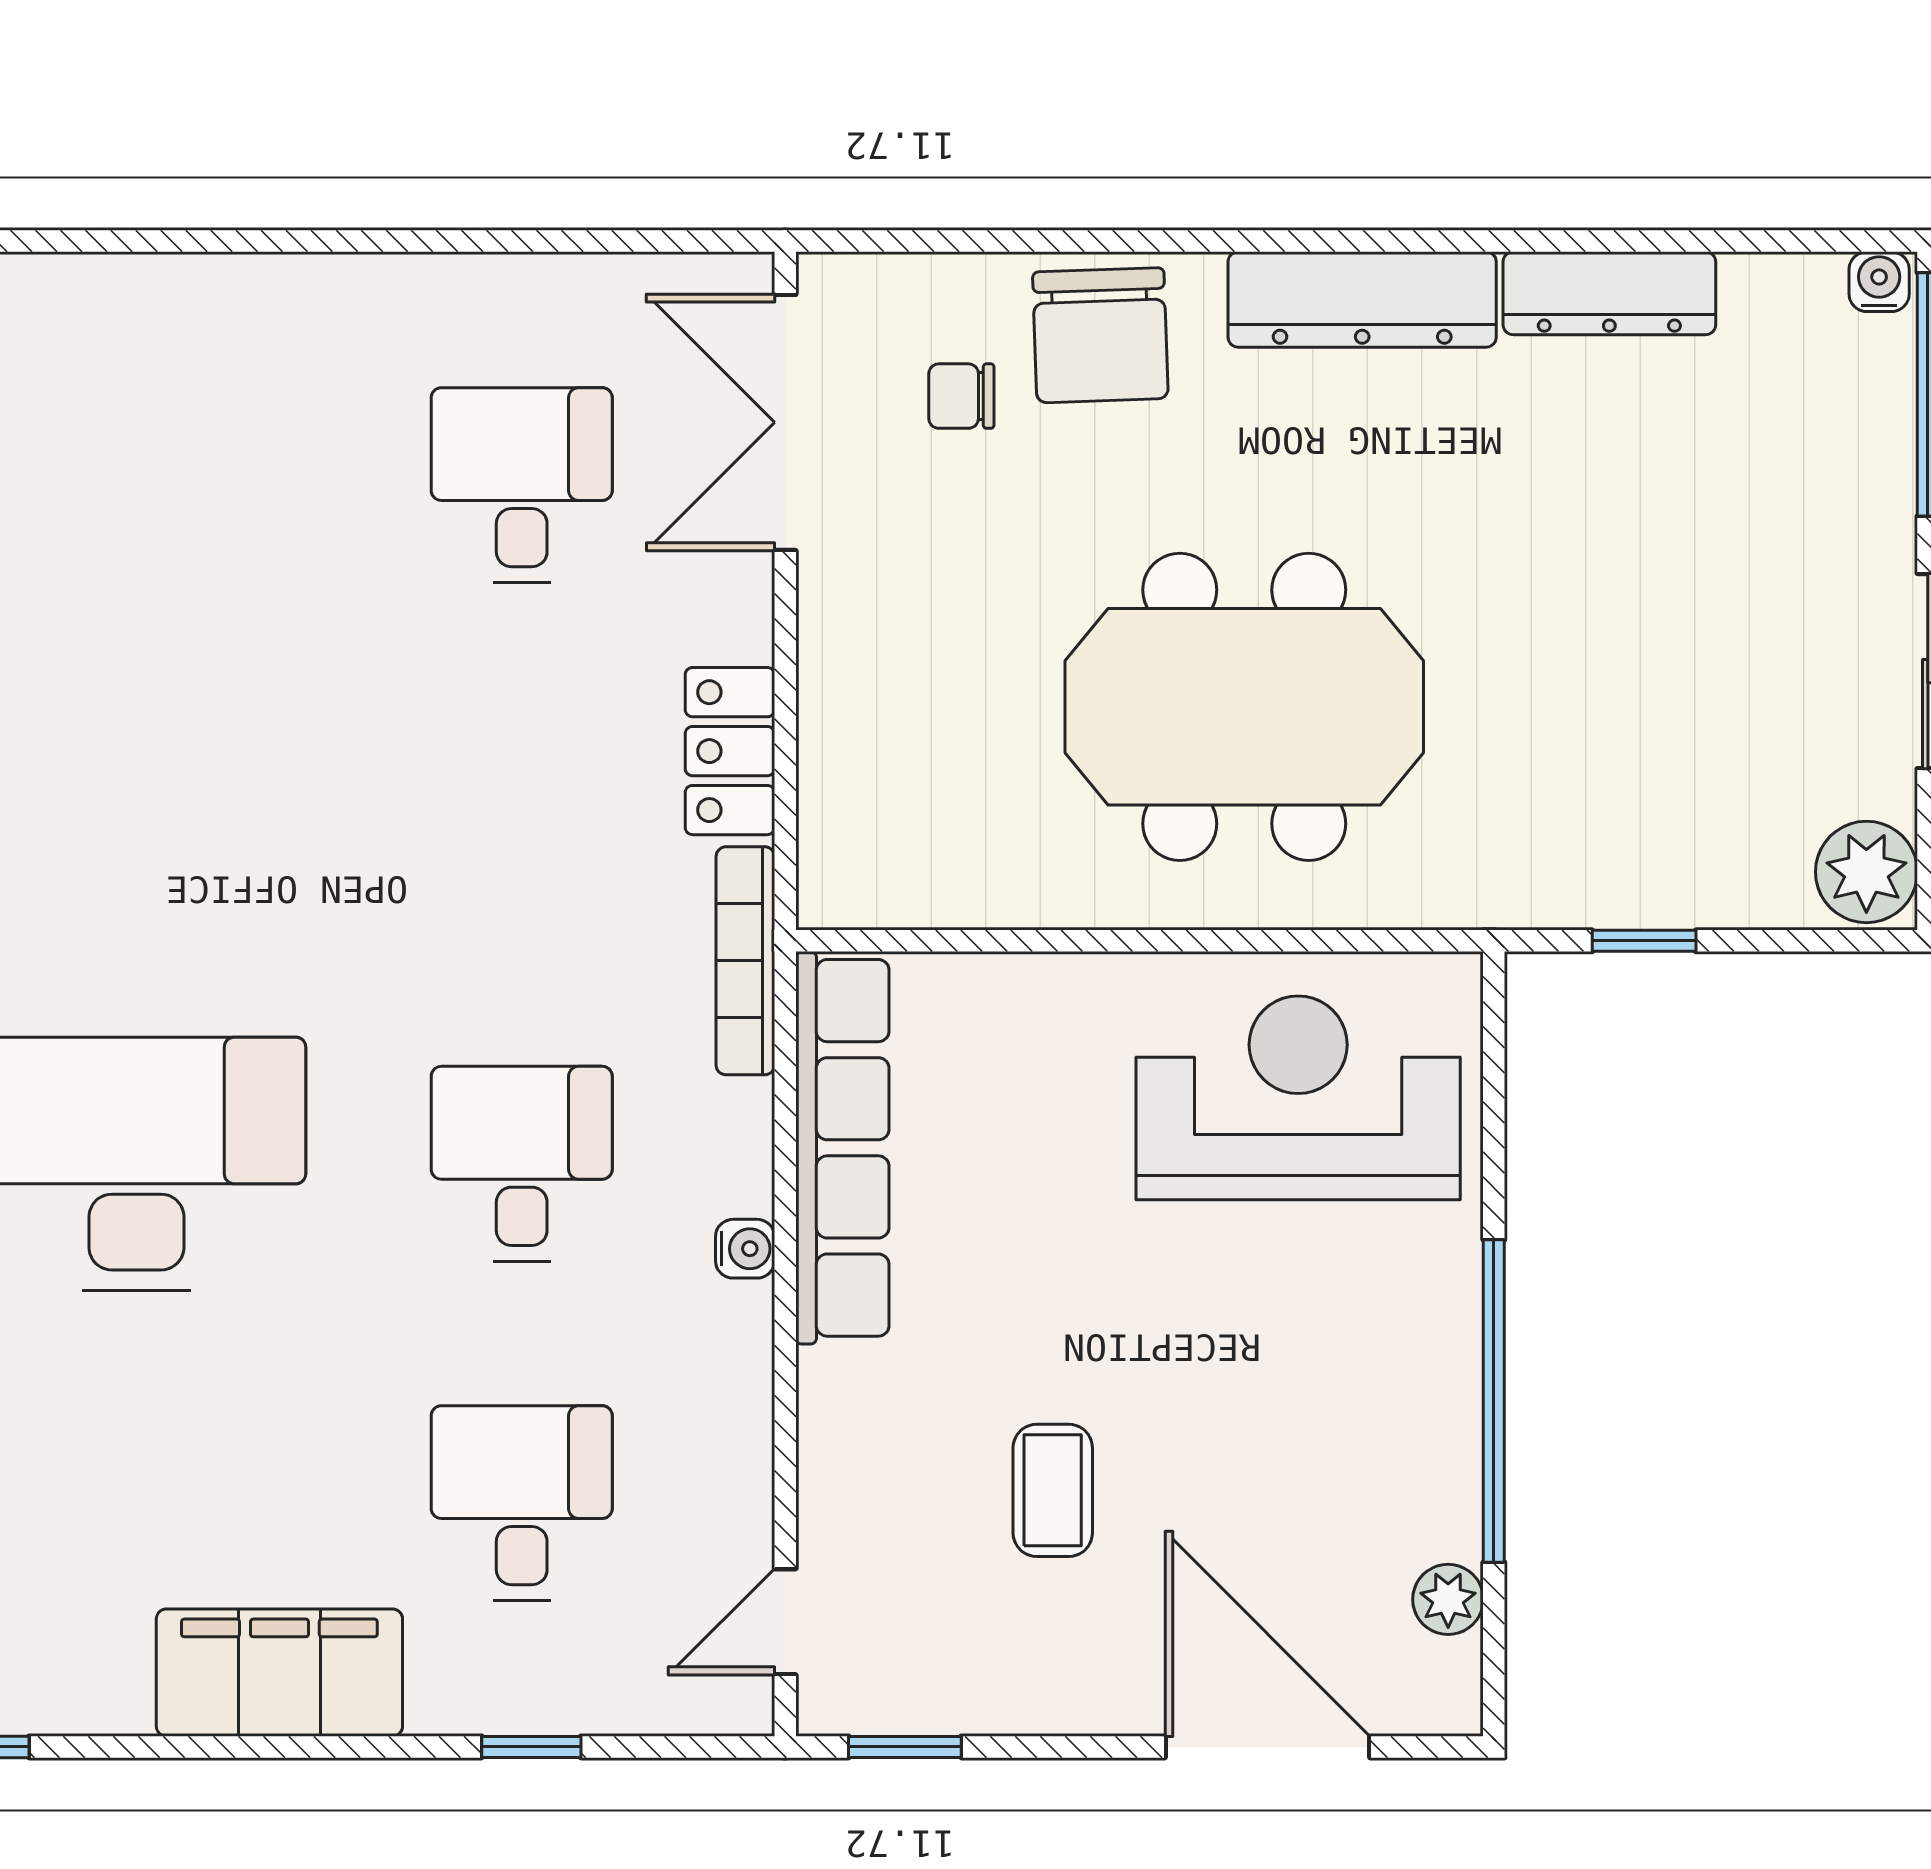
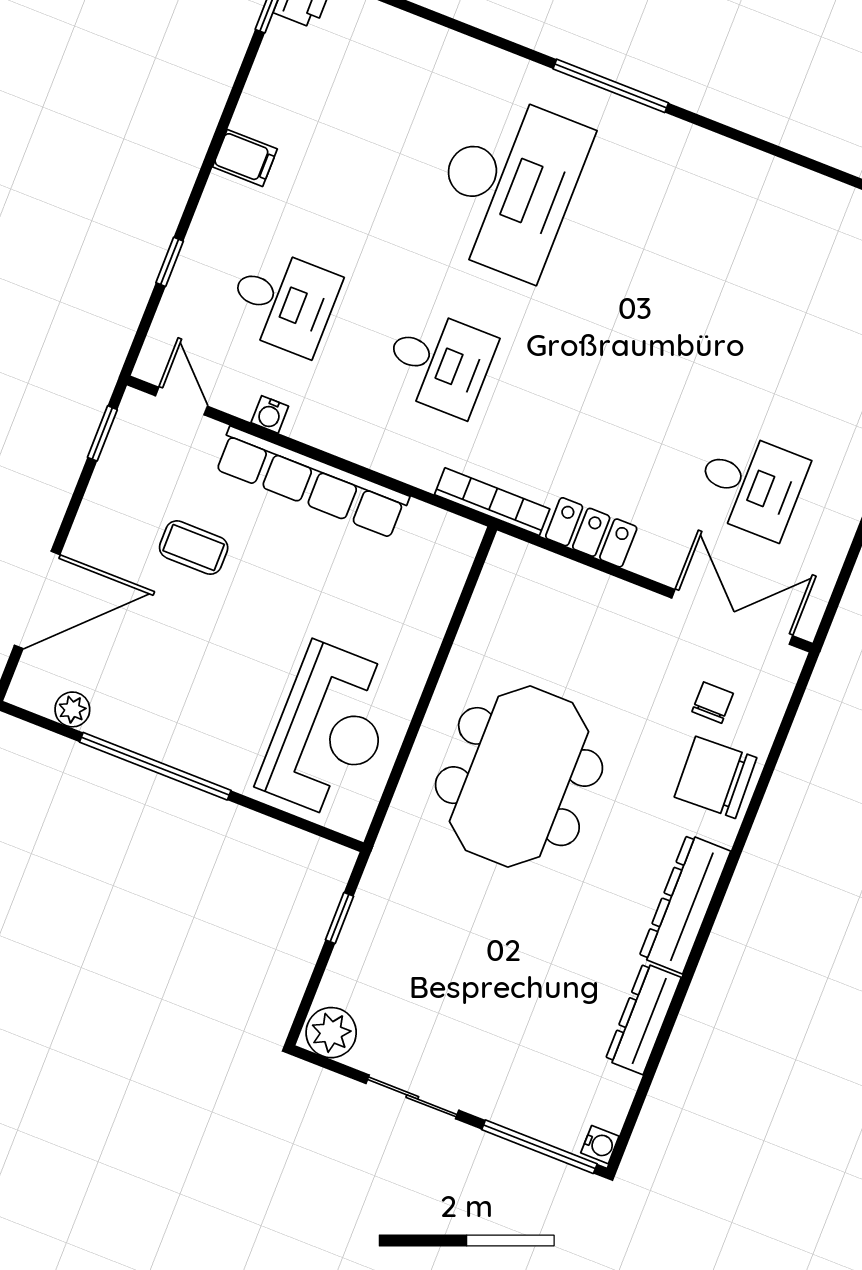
row of seats: (842, 1148) -> (312, 482), moved
water cooler: (745, 1249) -> (270, 414), moved
filing cabinet: (279, 1673) -> (245, 158), width x0.33, depth x0.86

